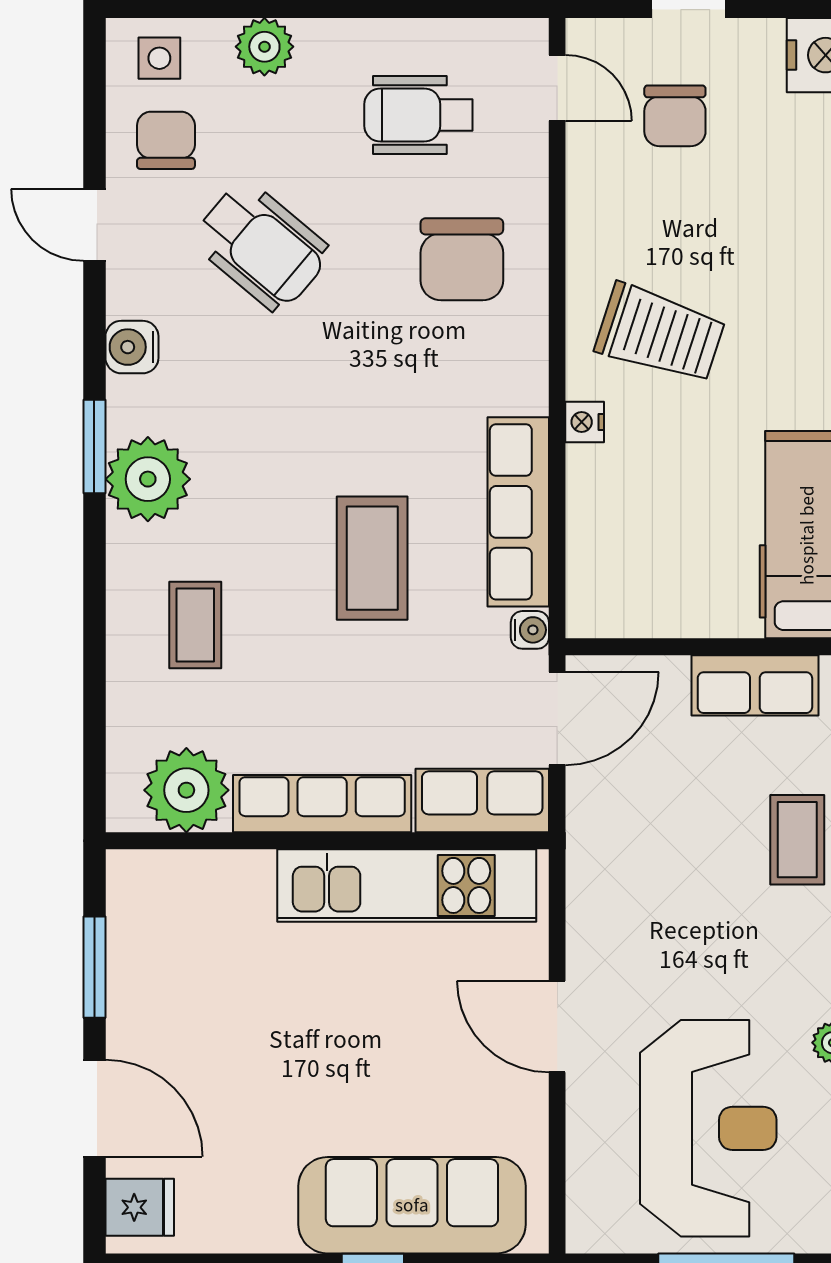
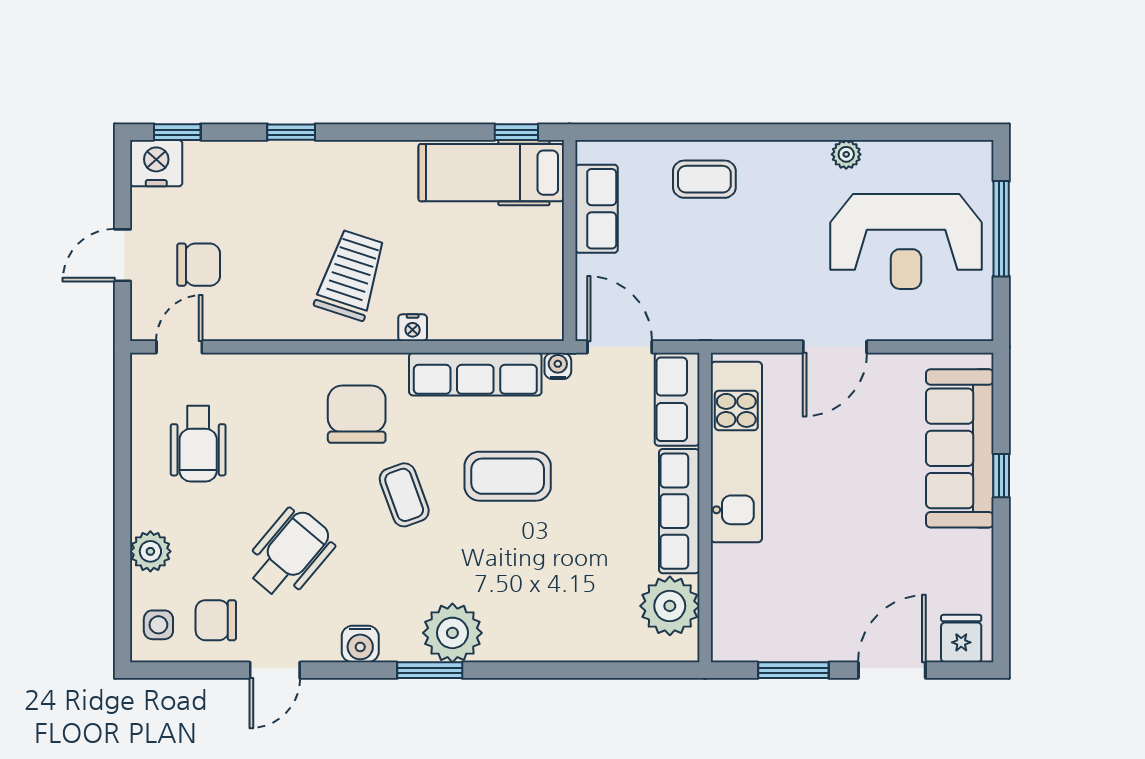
chair: (462, 259) -> (357, 414), moved, turned -90
coffee table: (195, 625) -> (404, 495), moved, turned 70
reception desk: (708, 1128) -> (906, 241), turned 180

